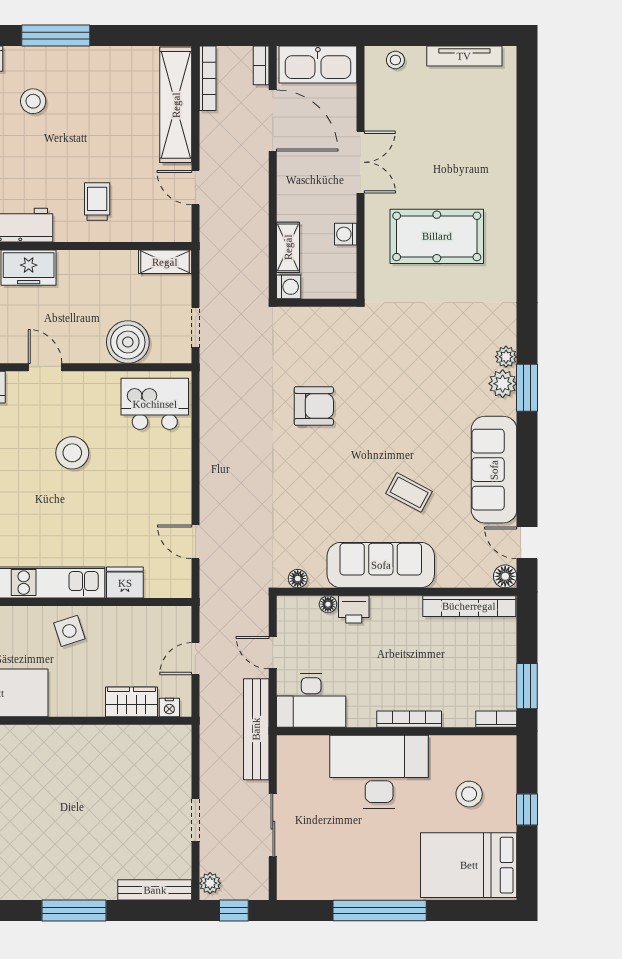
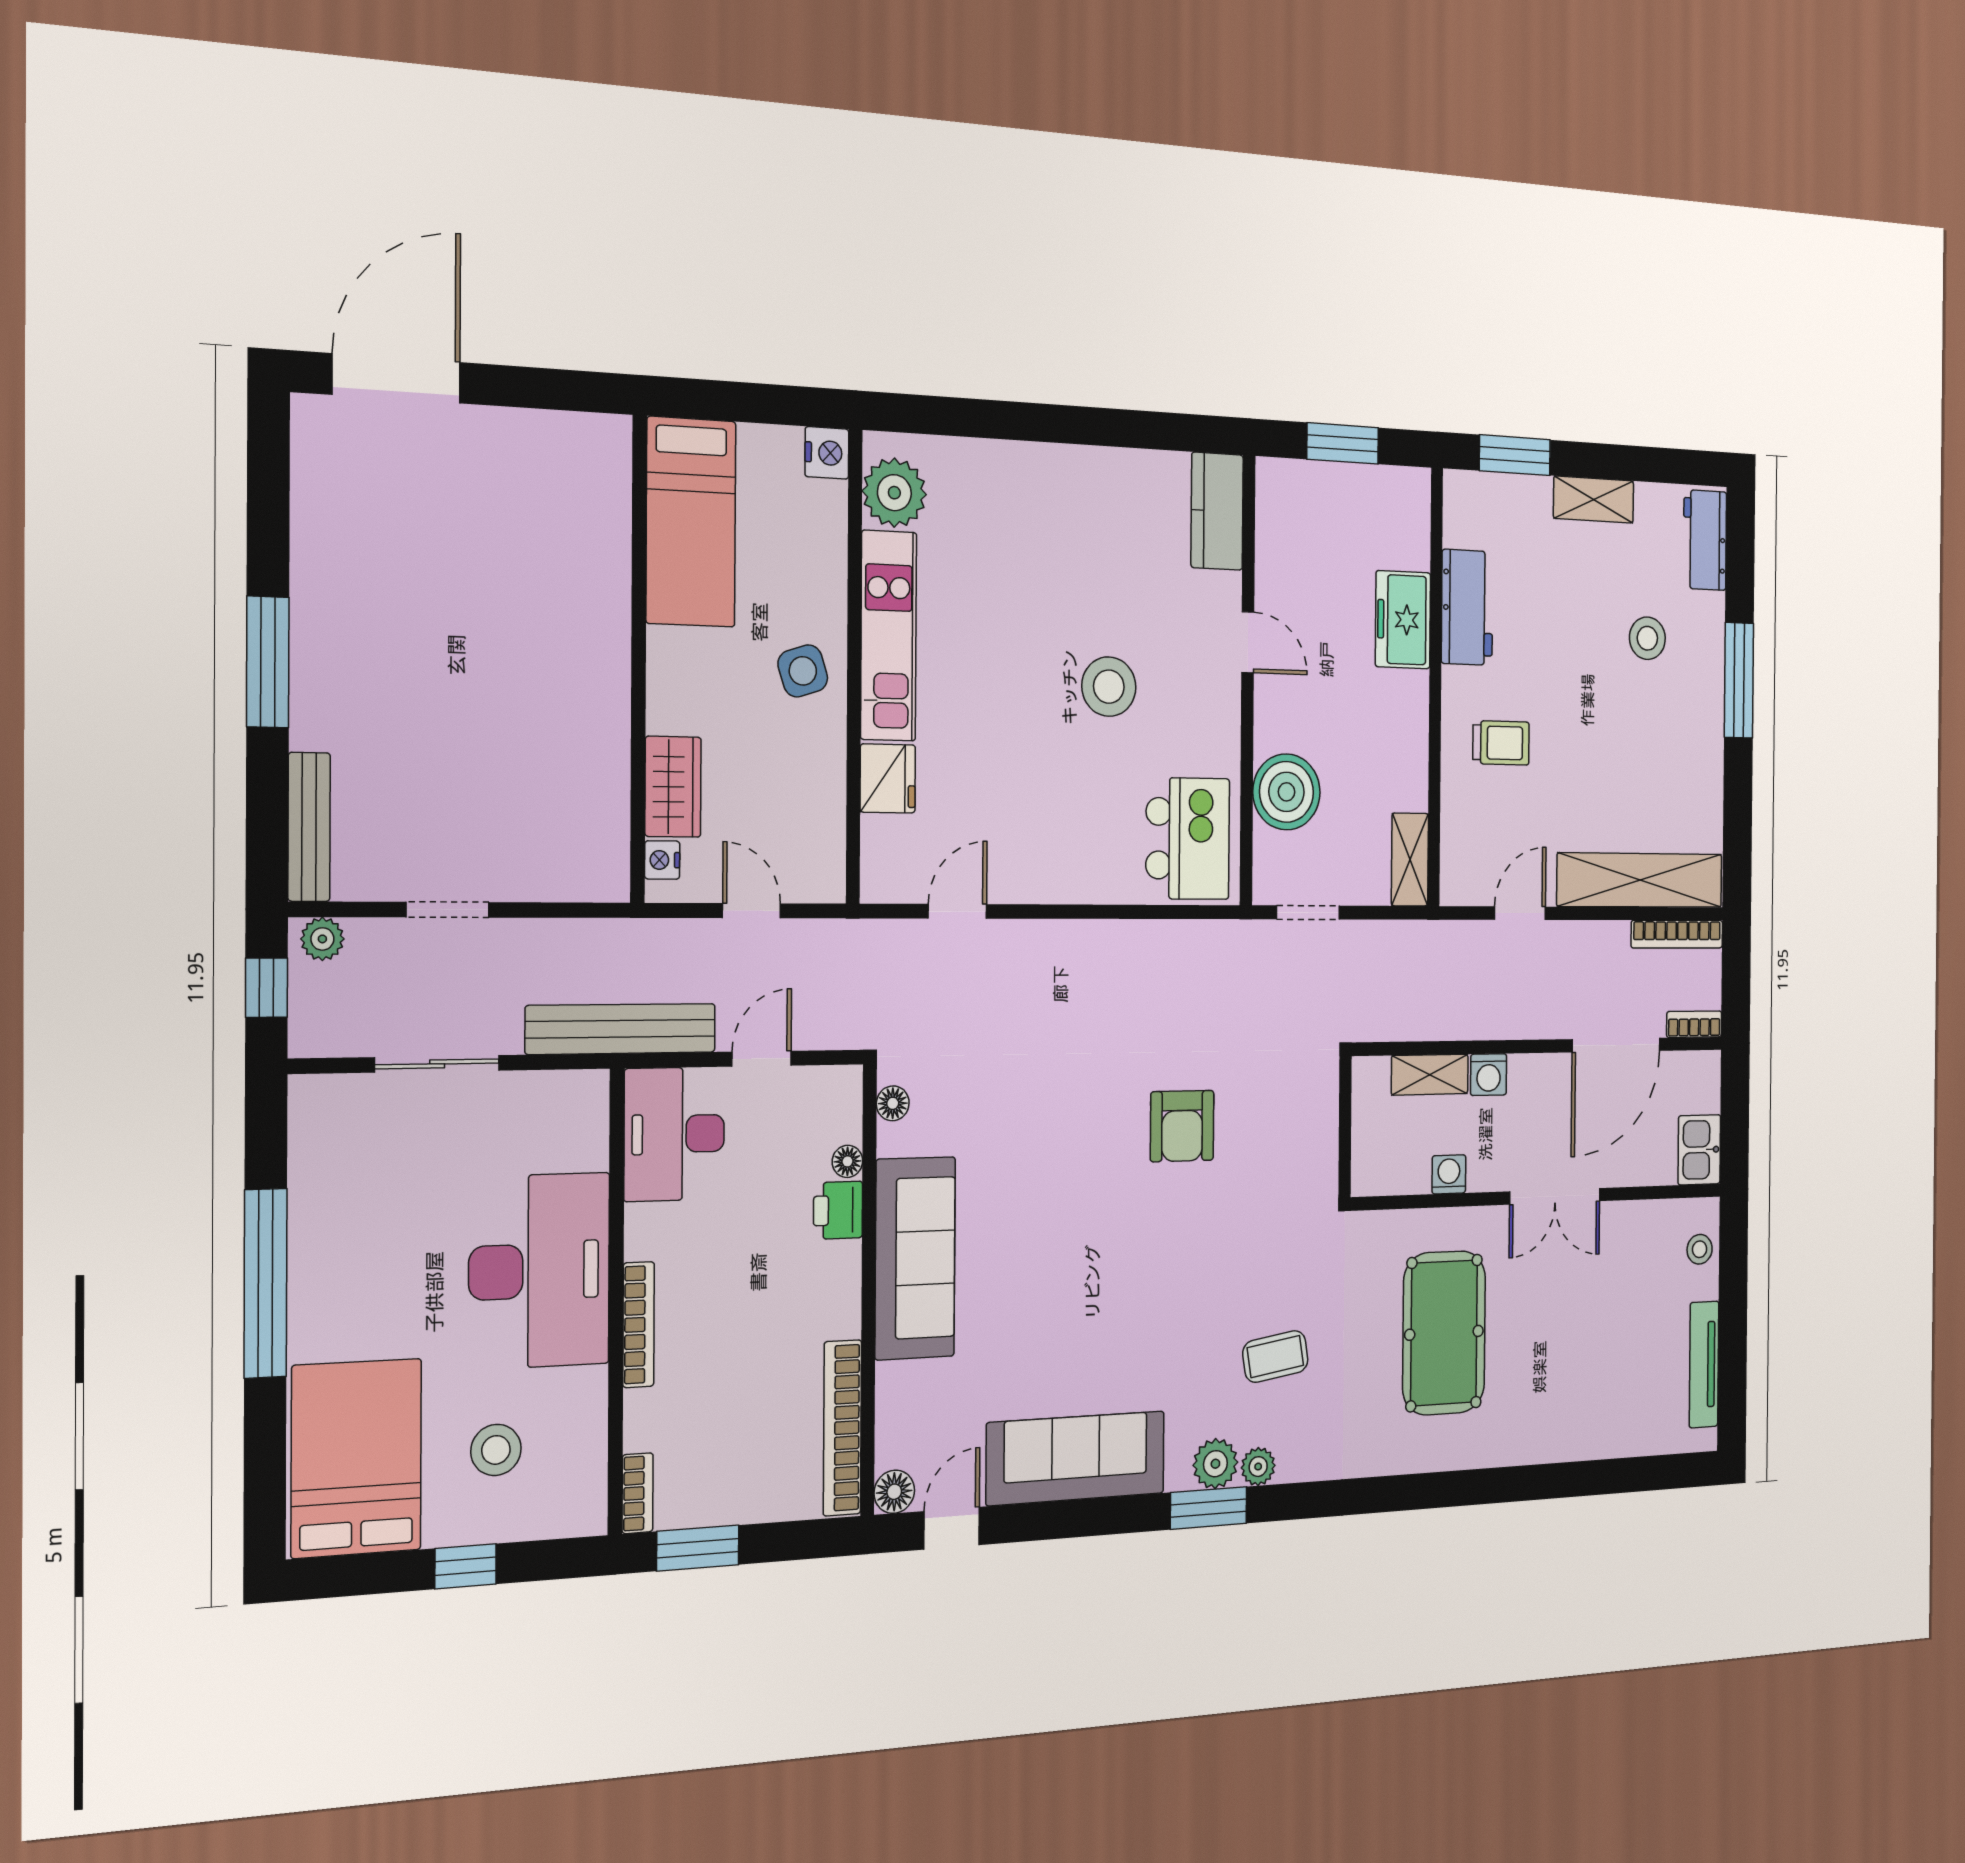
kitchen sink: (318, 64) -> (1699, 1150), width x0.53, depth x0.81
washing machine: (289, 287) -> (1489, 1075), moved
door: (45, 367) -> (1248, 642), hinge flipped
coffee table: (409, 492) -> (1275, 1357), moved, turned 53

